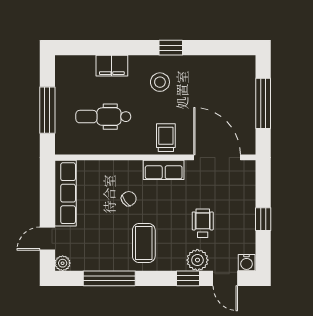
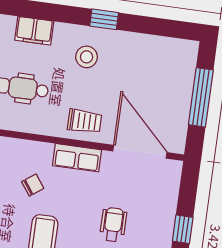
trolley: (166, 138) -> (85, 121), turned 90

